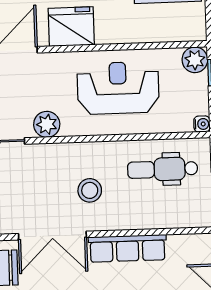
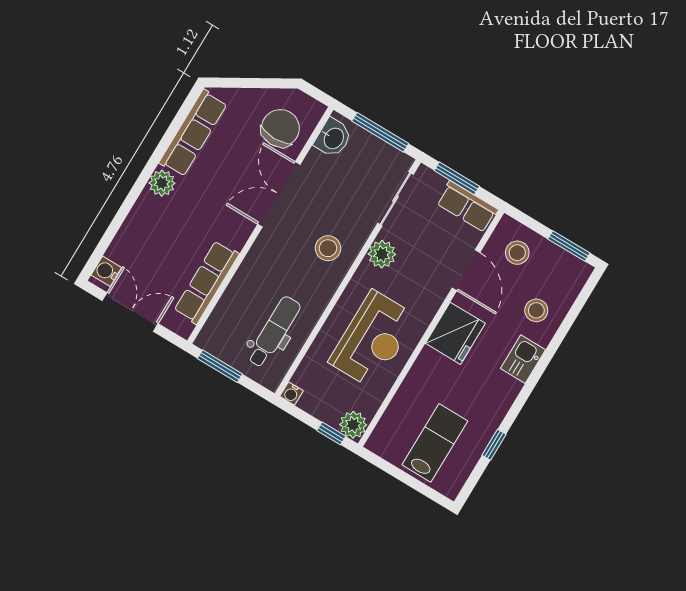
stool: (90, 190) -> (328, 248), moved
row of seats: (127, 248) -> (206, 282), moved

